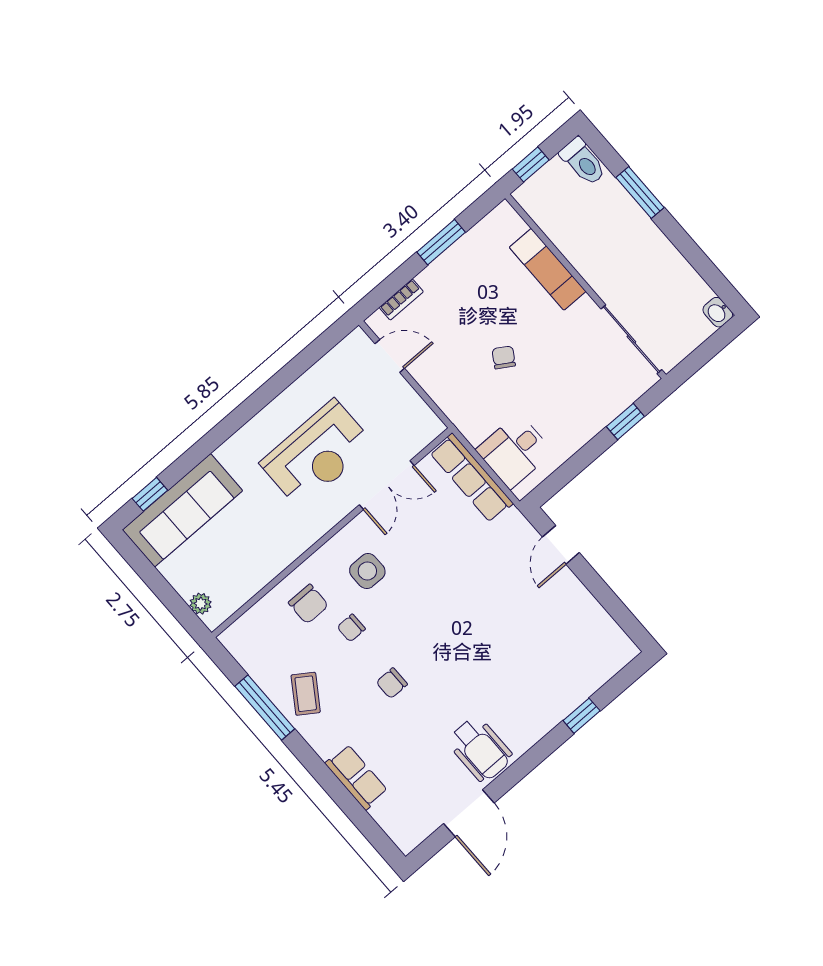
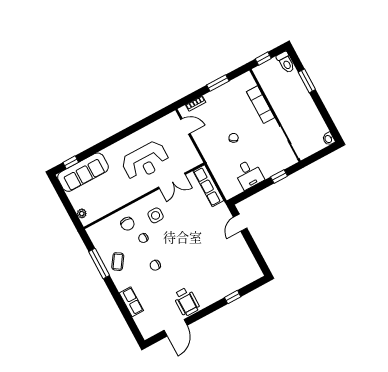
desk: (515, 451) -> (249, 174), moved, turned -90

